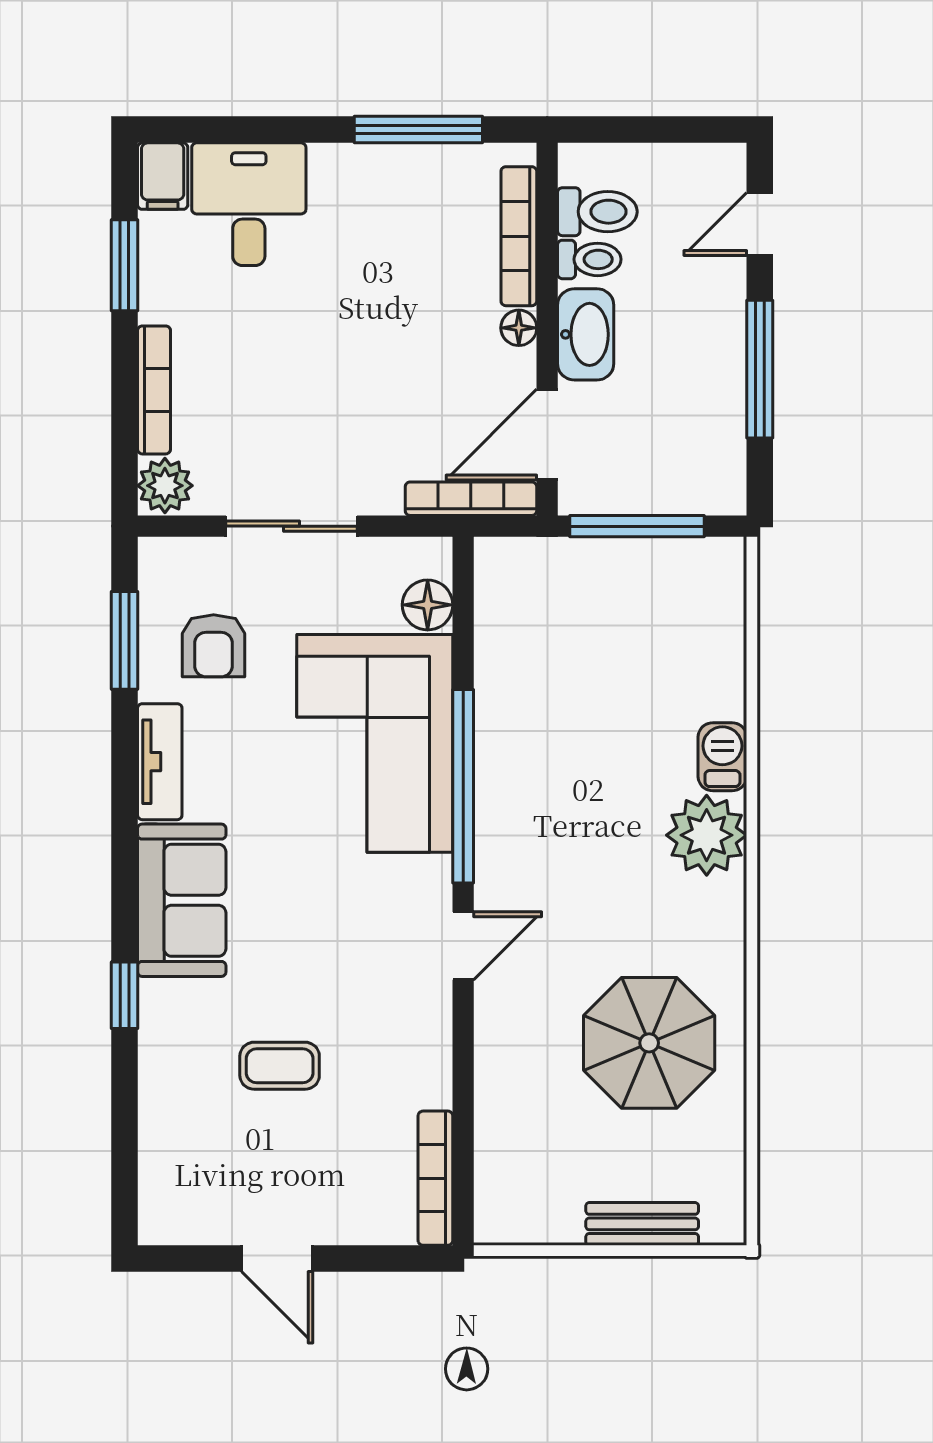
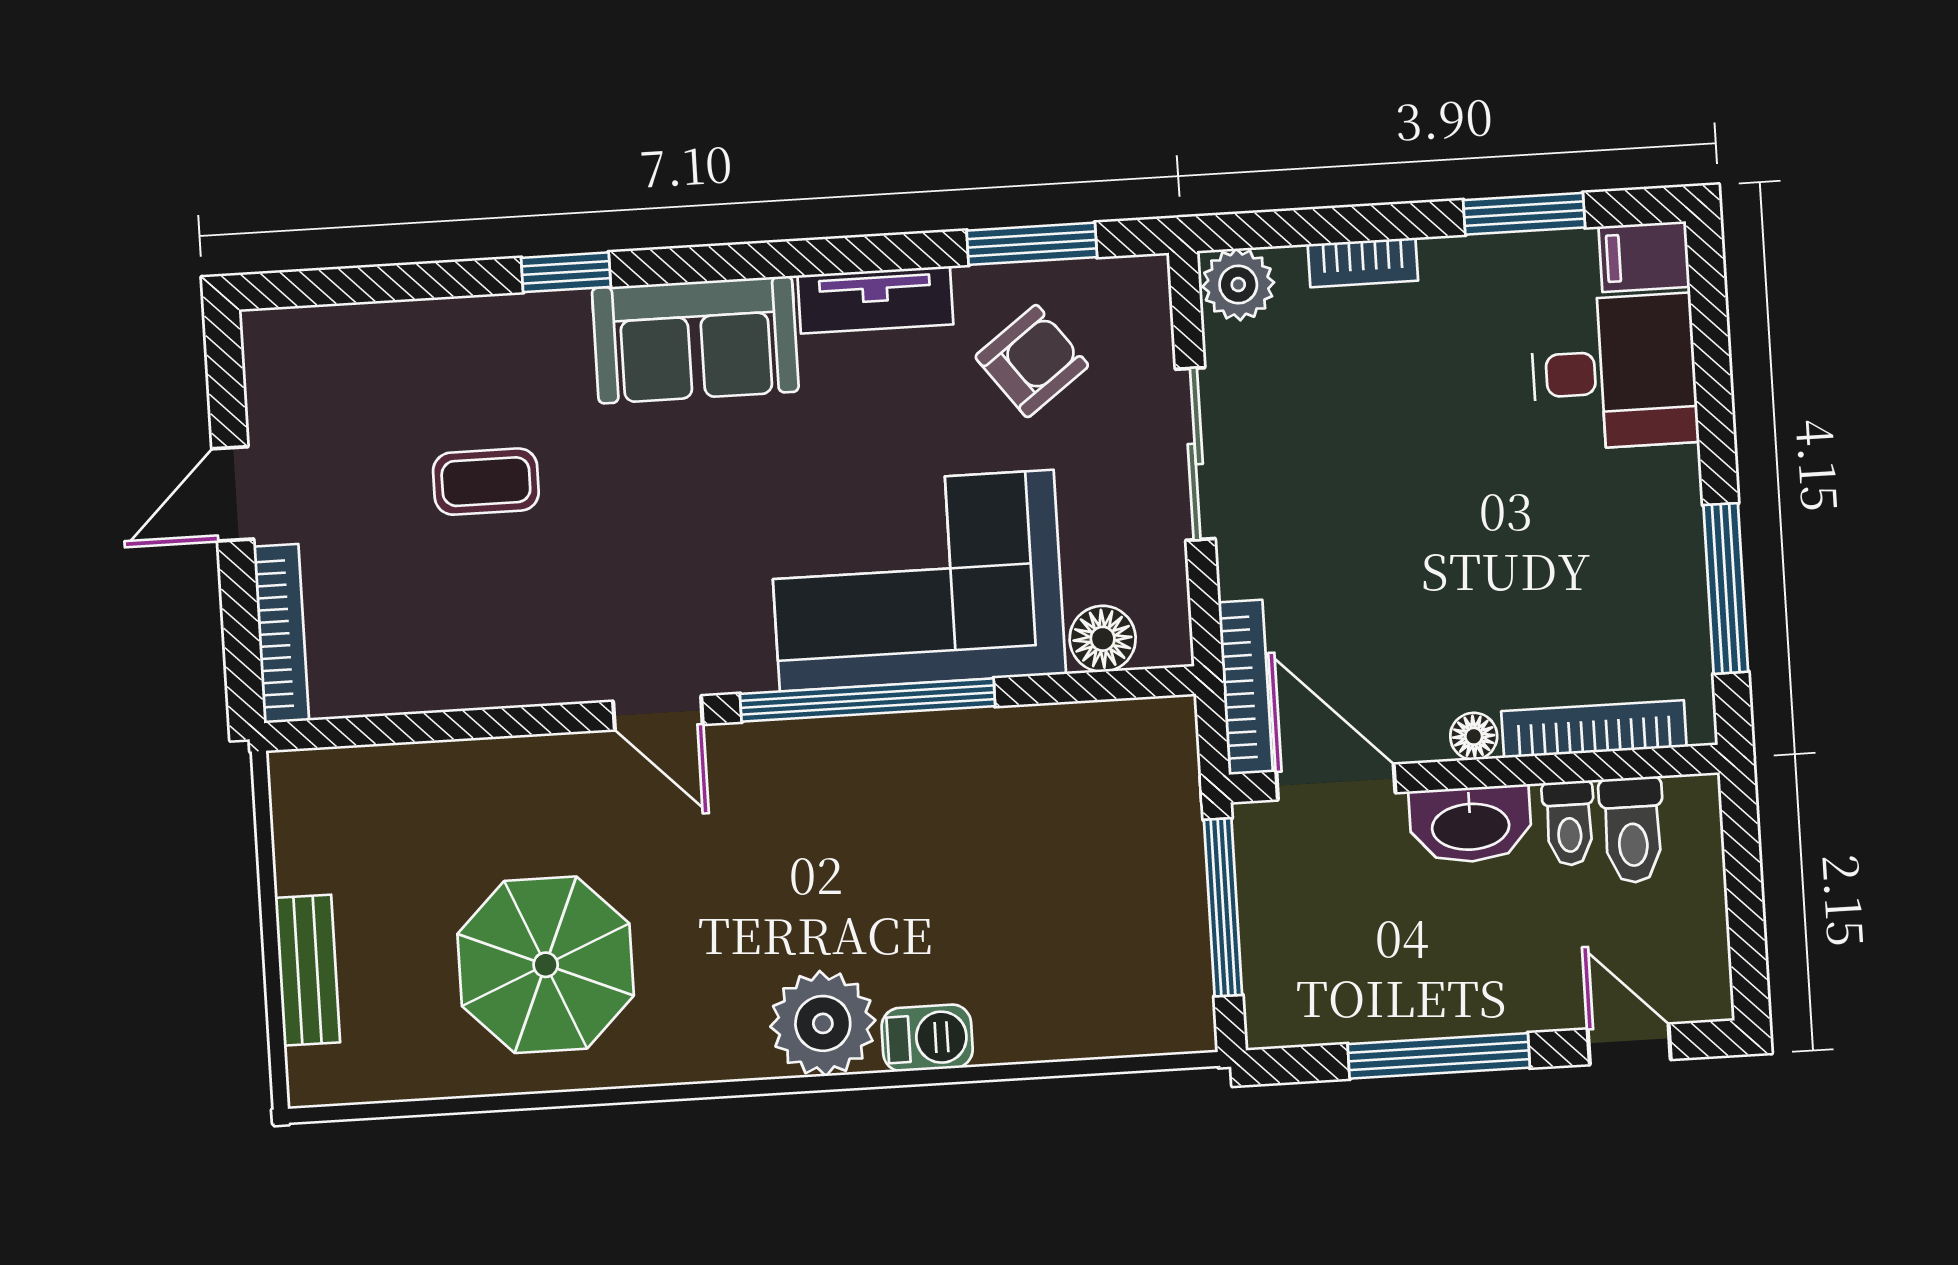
bookcase: (154, 390) -> (1363, 262), width x0.64
armchair: (214, 646) -> (1032, 361), turned 143
coffee table: (280, 1066) -> (486, 482), turned 90
bookcase: (435, 1178) -> (281, 634), moved, turned 90

